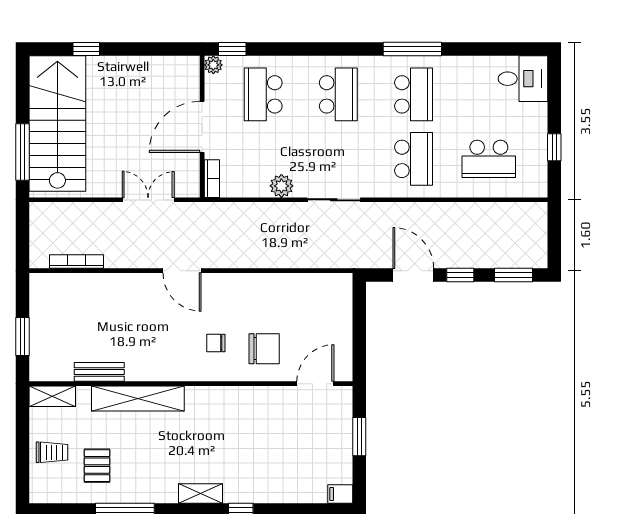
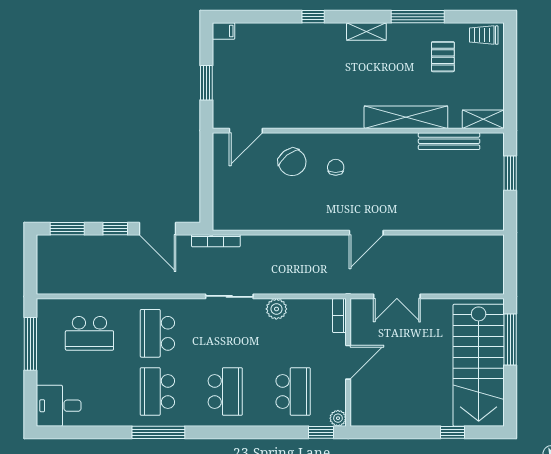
school desk: (338, 94) -> (225, 392), turned 180
door: (202, 127) -> (348, 362), width x0.73
window: (554, 147) -> (30, 344), width x2.17
school desk: (489, 159) -> (89, 333), turned 180
bookcase: (76, 262) -> (216, 241), moved
door: (182, 271) -> (366, 233), swing flipped
chair: (216, 343) -> (336, 167), turned -90
chair: (264, 349) -> (292, 162), turned -128
bench: (99, 372) -> (449, 141), width x1.36
trolley: (52, 452) -> (484, 35), moved
shelving: (201, 493) -> (366, 32), moved

